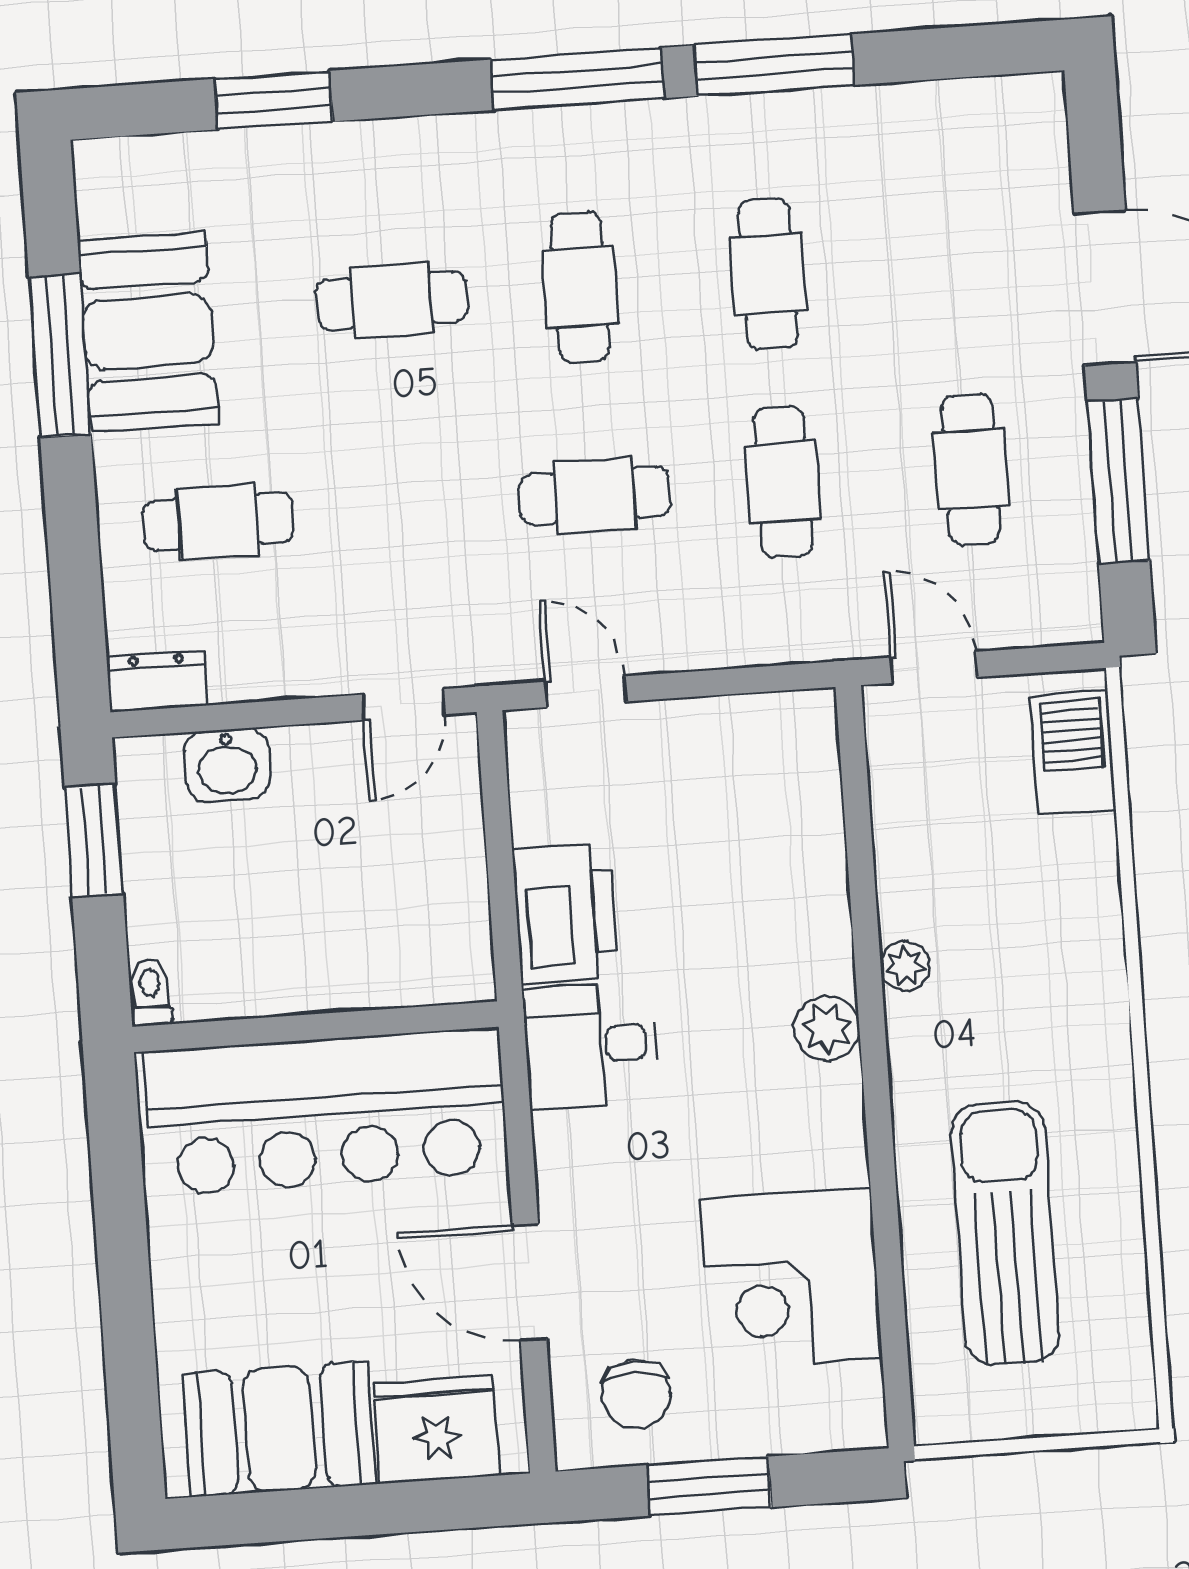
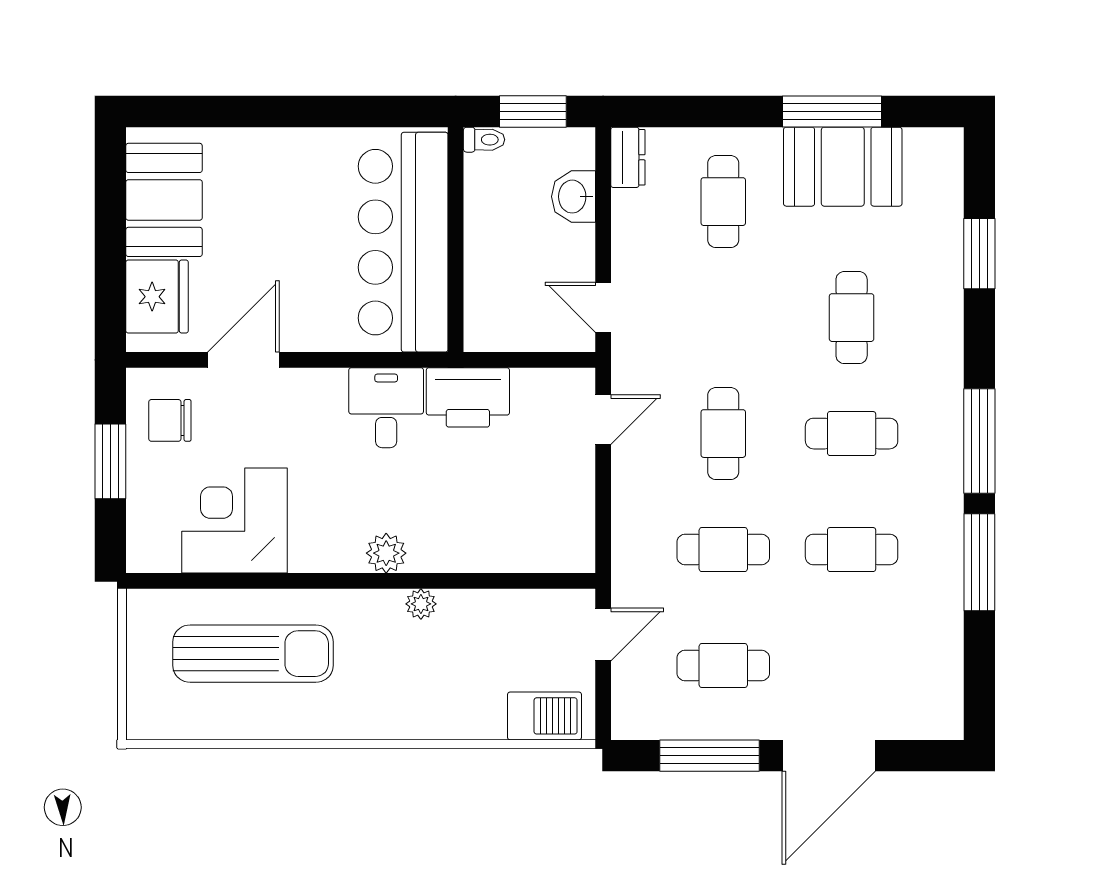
toilet: (150, 992) -> (484, 140), moved
wall: (316, 1027) -> (456, 240), moved
bar counter: (326, 1112) -> (403, 242), moved

